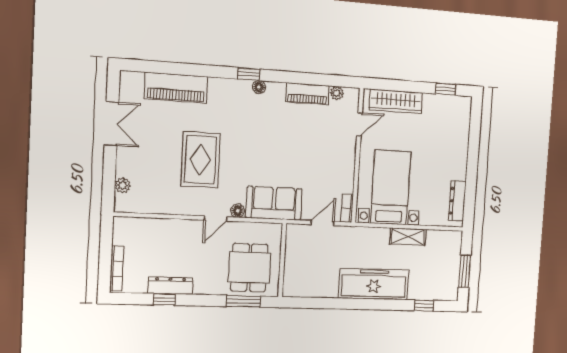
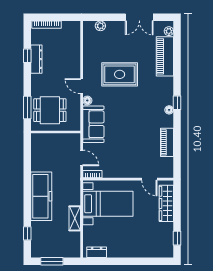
plant: (337, 93) -> (169, 31), moved
dresser: (457, 201) -> (97, 252), width x0.70

